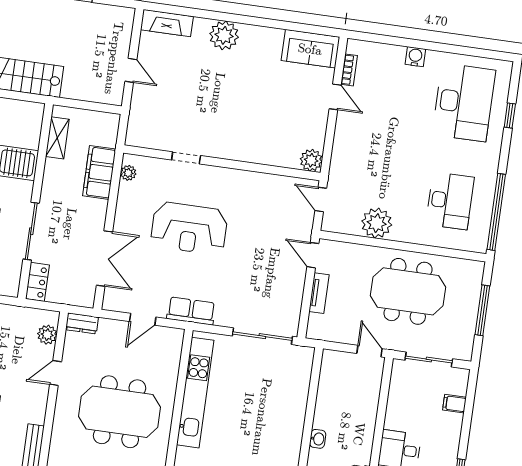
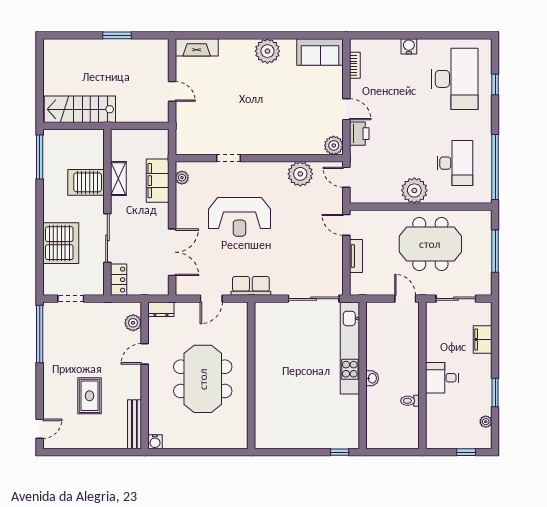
plant: (224, 35) -> (267, 51), moved
door: (335, 97) -> (346, 109), moved
shelving: (57, 138) -> (118, 179), moved
printer: (343, 151) -> (359, 134), added
plant: (267, 188) -> (300, 174), added
plant: (377, 223) -> (414, 190), moved
kitchen unit: (195, 393) -> (350, 348), moved, turned 180
filing cabinet: (454, 404) -> (483, 340), width x2.00
meeting table: (120, 412) -> (203, 379), turned 90

